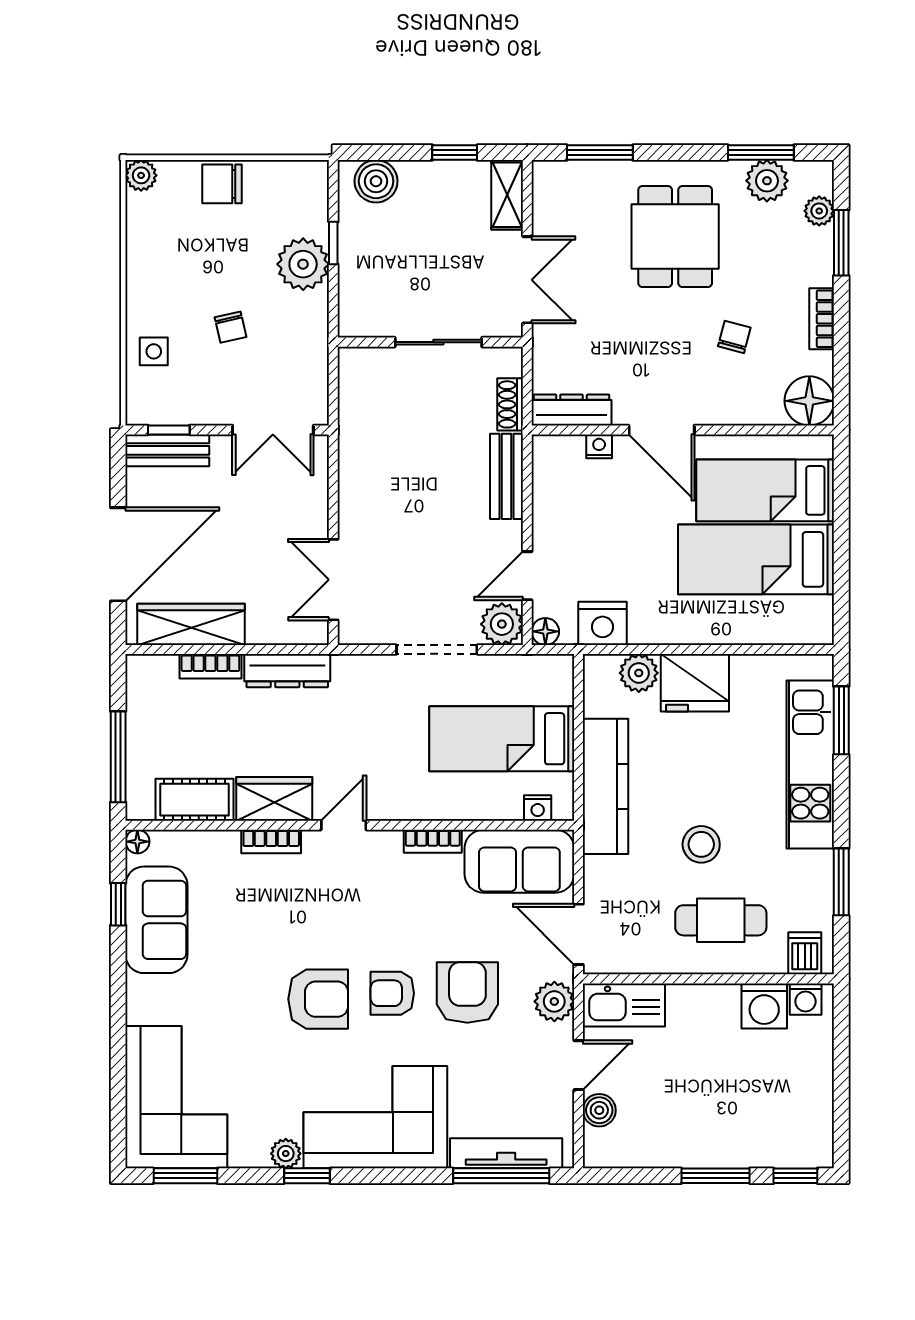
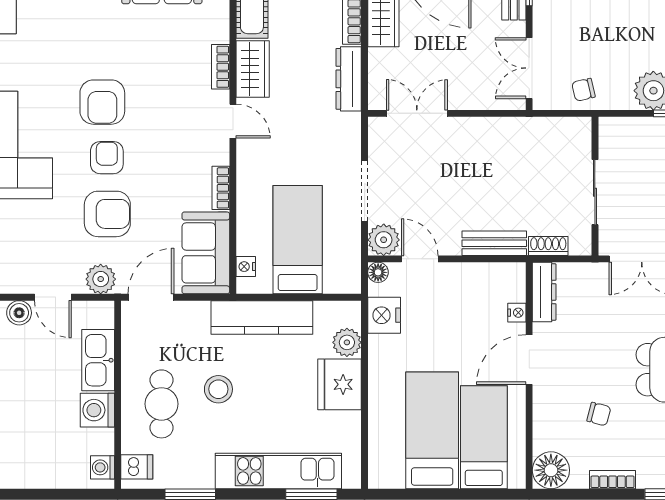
chair: (230, 327) -> (584, 90), moved
kitchen sink: (624, 1005) -> (98, 360), moved
washing machine: (764, 1006) -> (97, 410), moved

